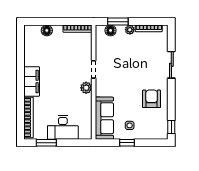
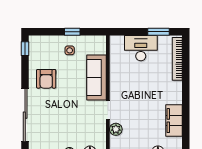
sliding door: (171, 65) -> (25, 115), width x1.86
filing cabinet: (32, 81) -> (174, 121), moved
plant: (86, 88) -> (116, 129), moved
sofa: (104, 118) -> (96, 77), moved

